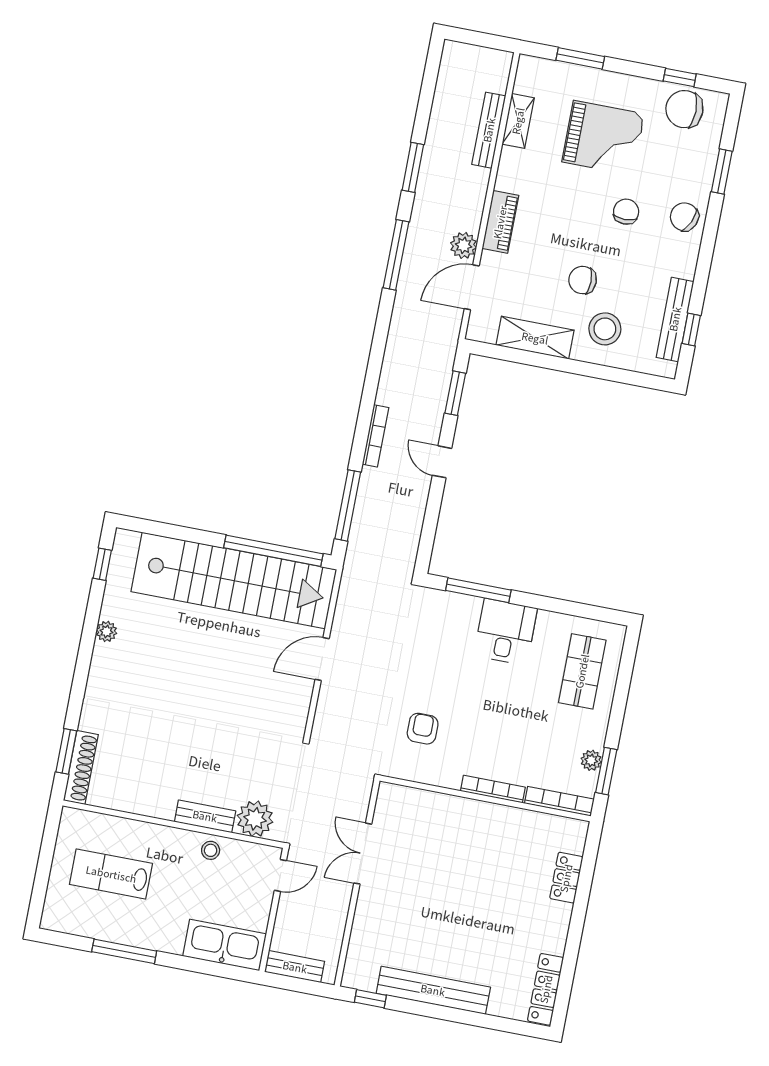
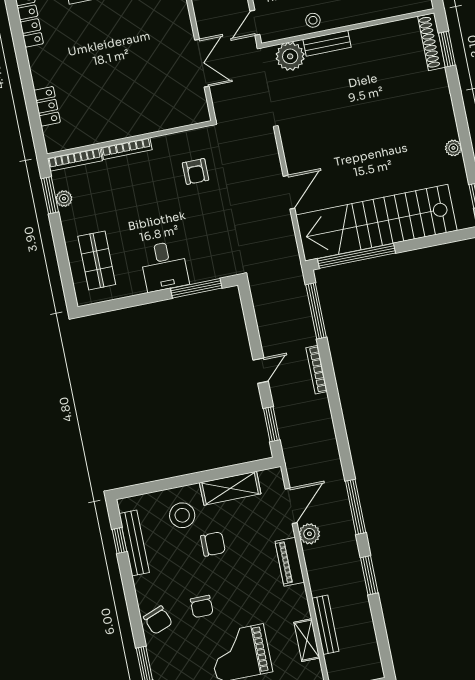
chair: (684, 217) -> (158, 620), turned 45
door: (442, 462) -> (261, 371), hinge flipped

